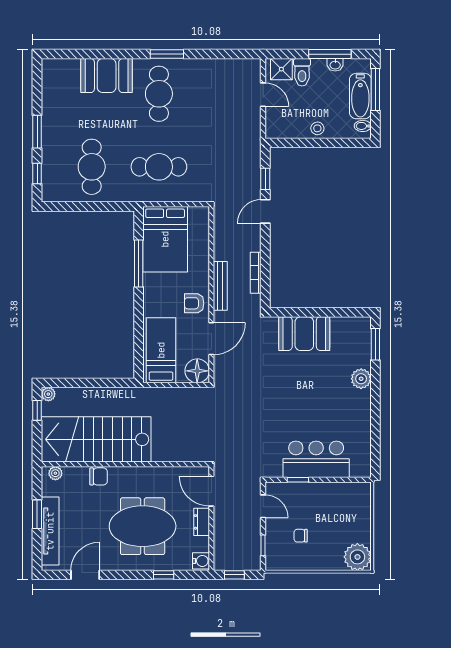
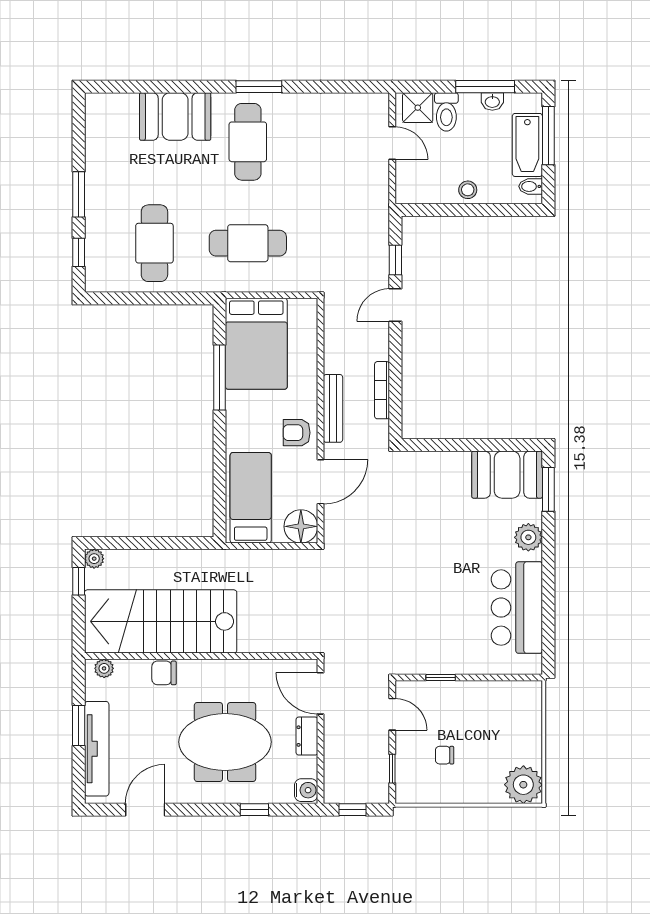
booth: (304, 334) -> (507, 475), moved
bar counter: (316, 459) -> (517, 608), moved, turned -90
chair: (99, 476) -> (164, 673), turned 180

